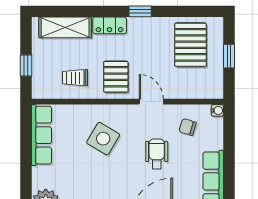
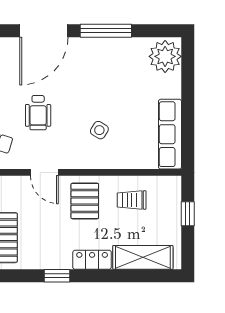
trolley: (75, 78) -> (132, 200), turned 180
side table: (103, 139) -> (99, 130), width x0.54, depth x0.54

